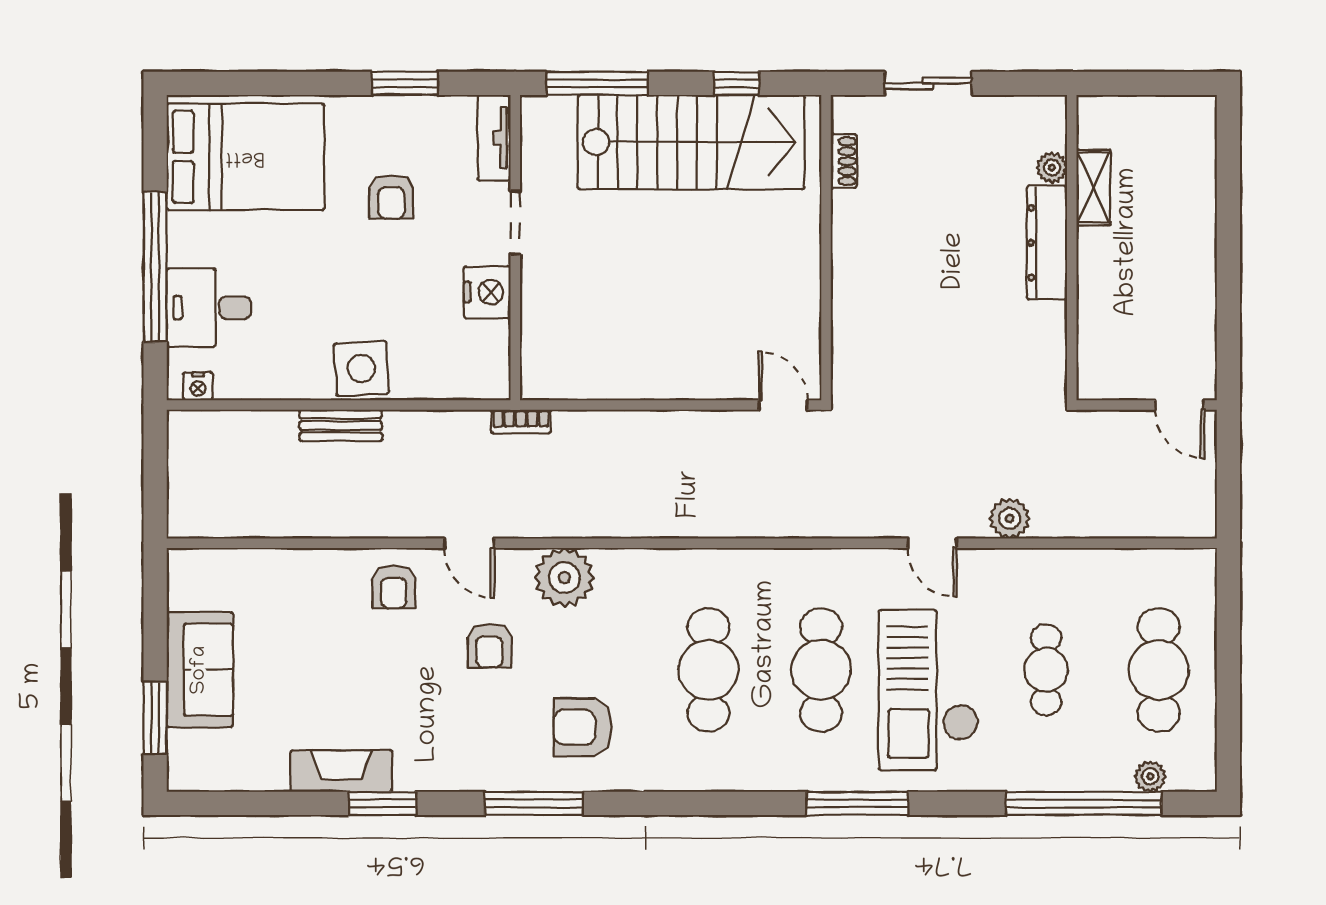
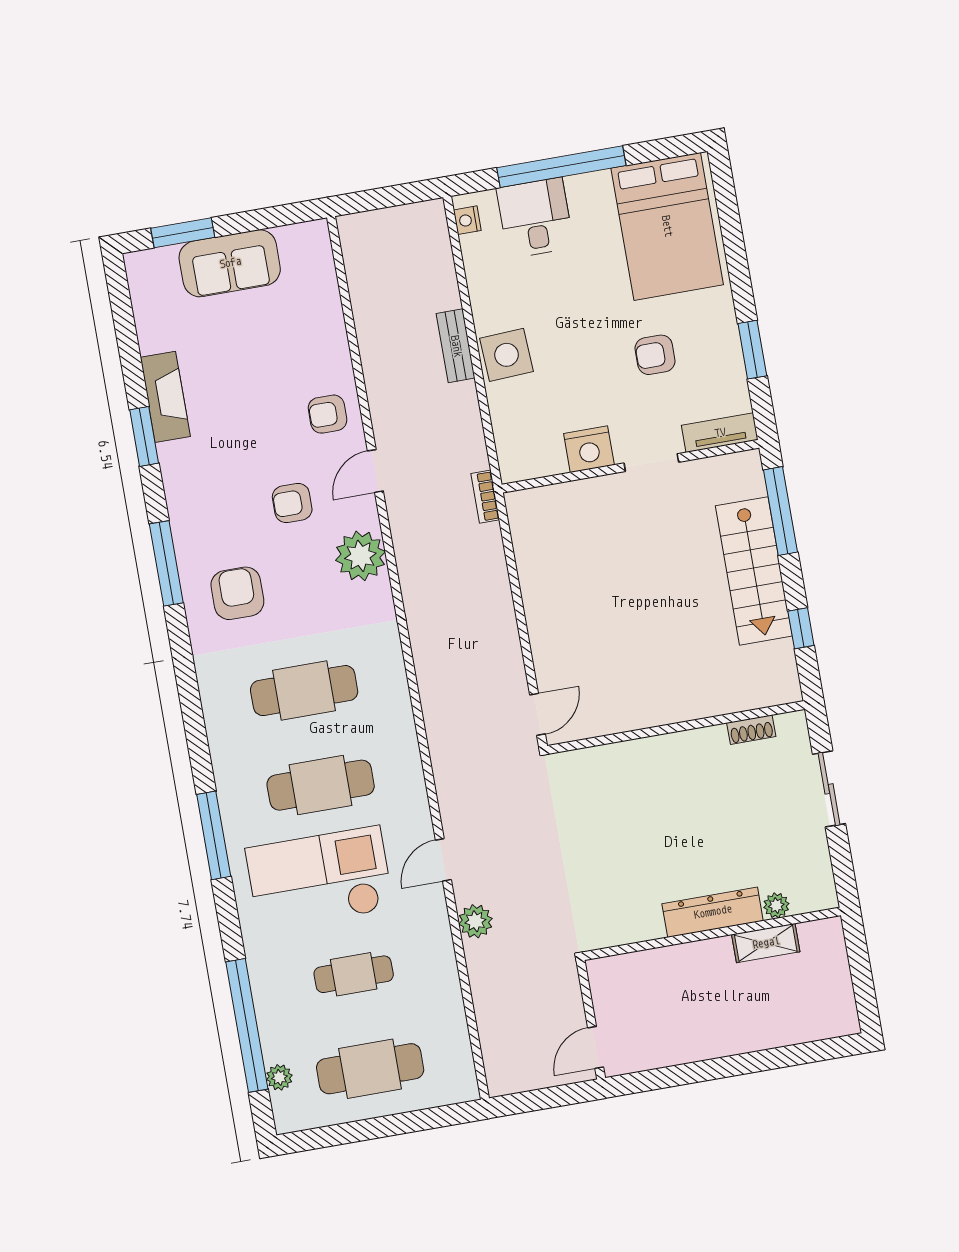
stairs: (691, 142) -> (754, 571), width x0.73, depth x0.66

